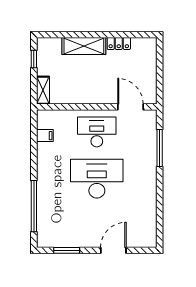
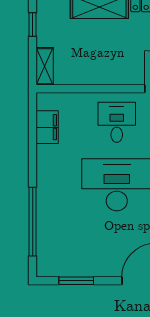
desk: (97, 132) -> (117, 122), width x0.73
filing cabinet: (45, 136) -> (47, 127), width x2.00

